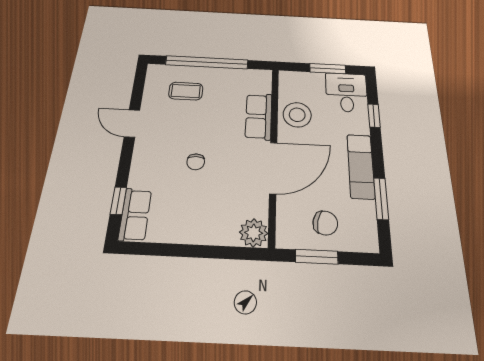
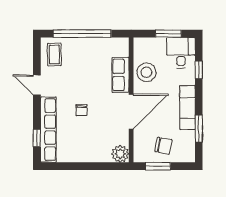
coffee table: (186, 91) -> (54, 54), moved, turned 90
row of seats: (135, 215) -> (48, 130), width x2.02

